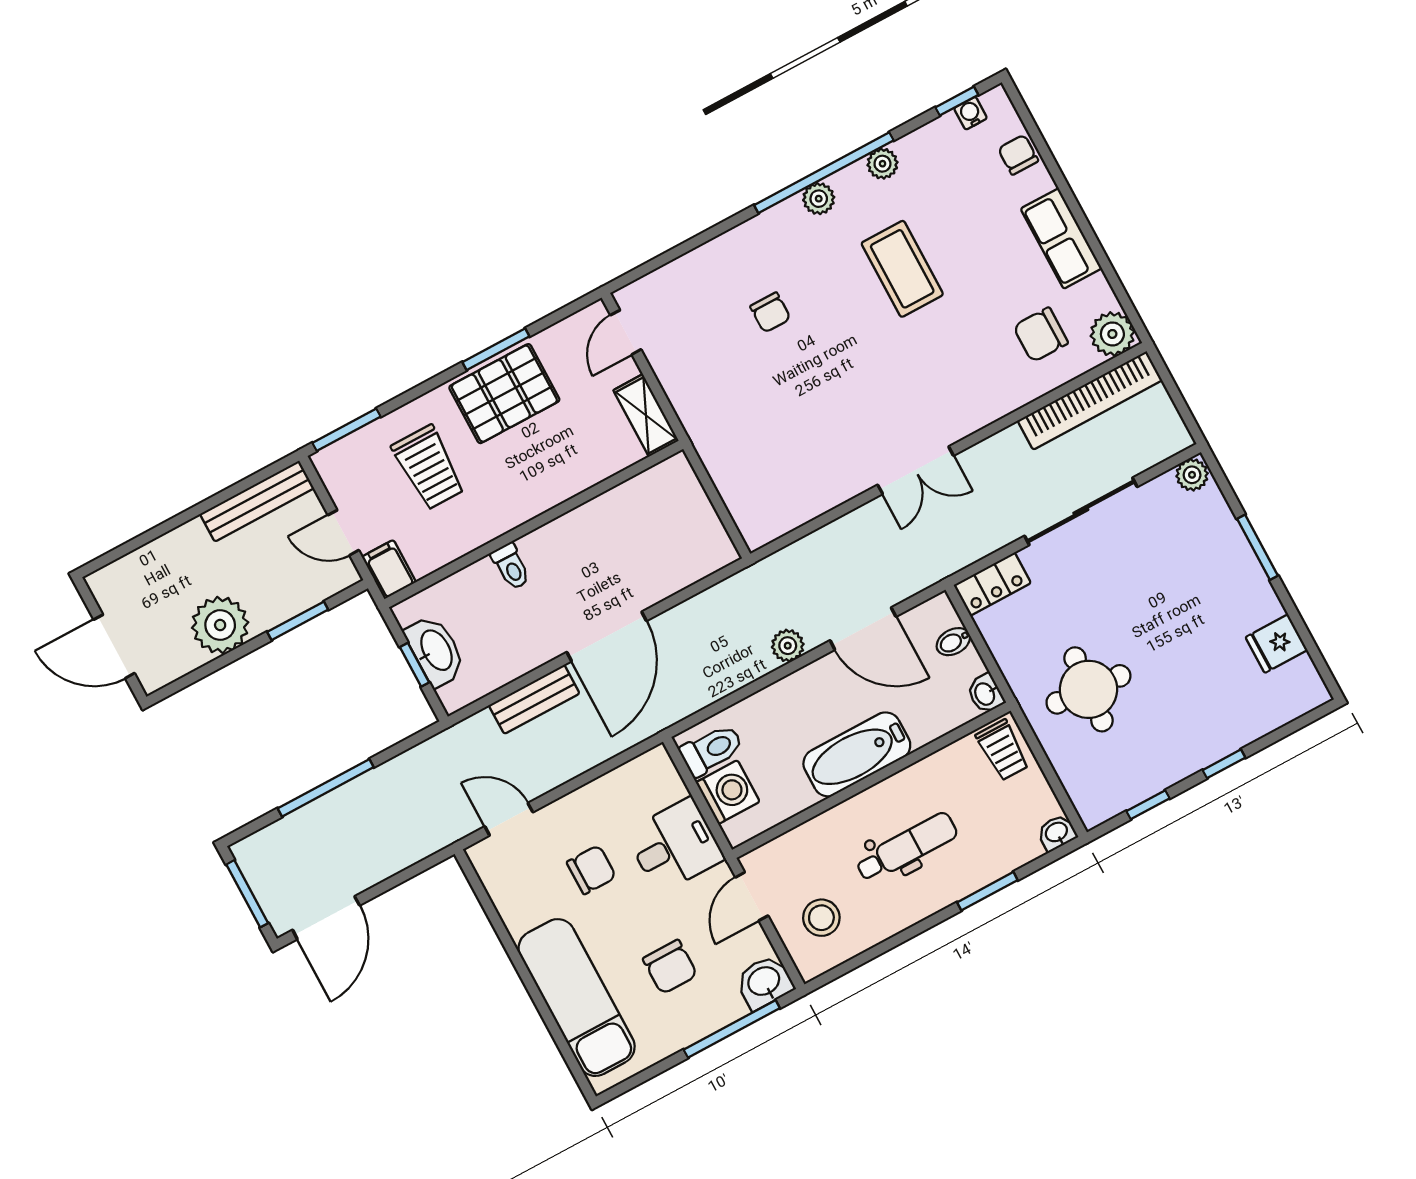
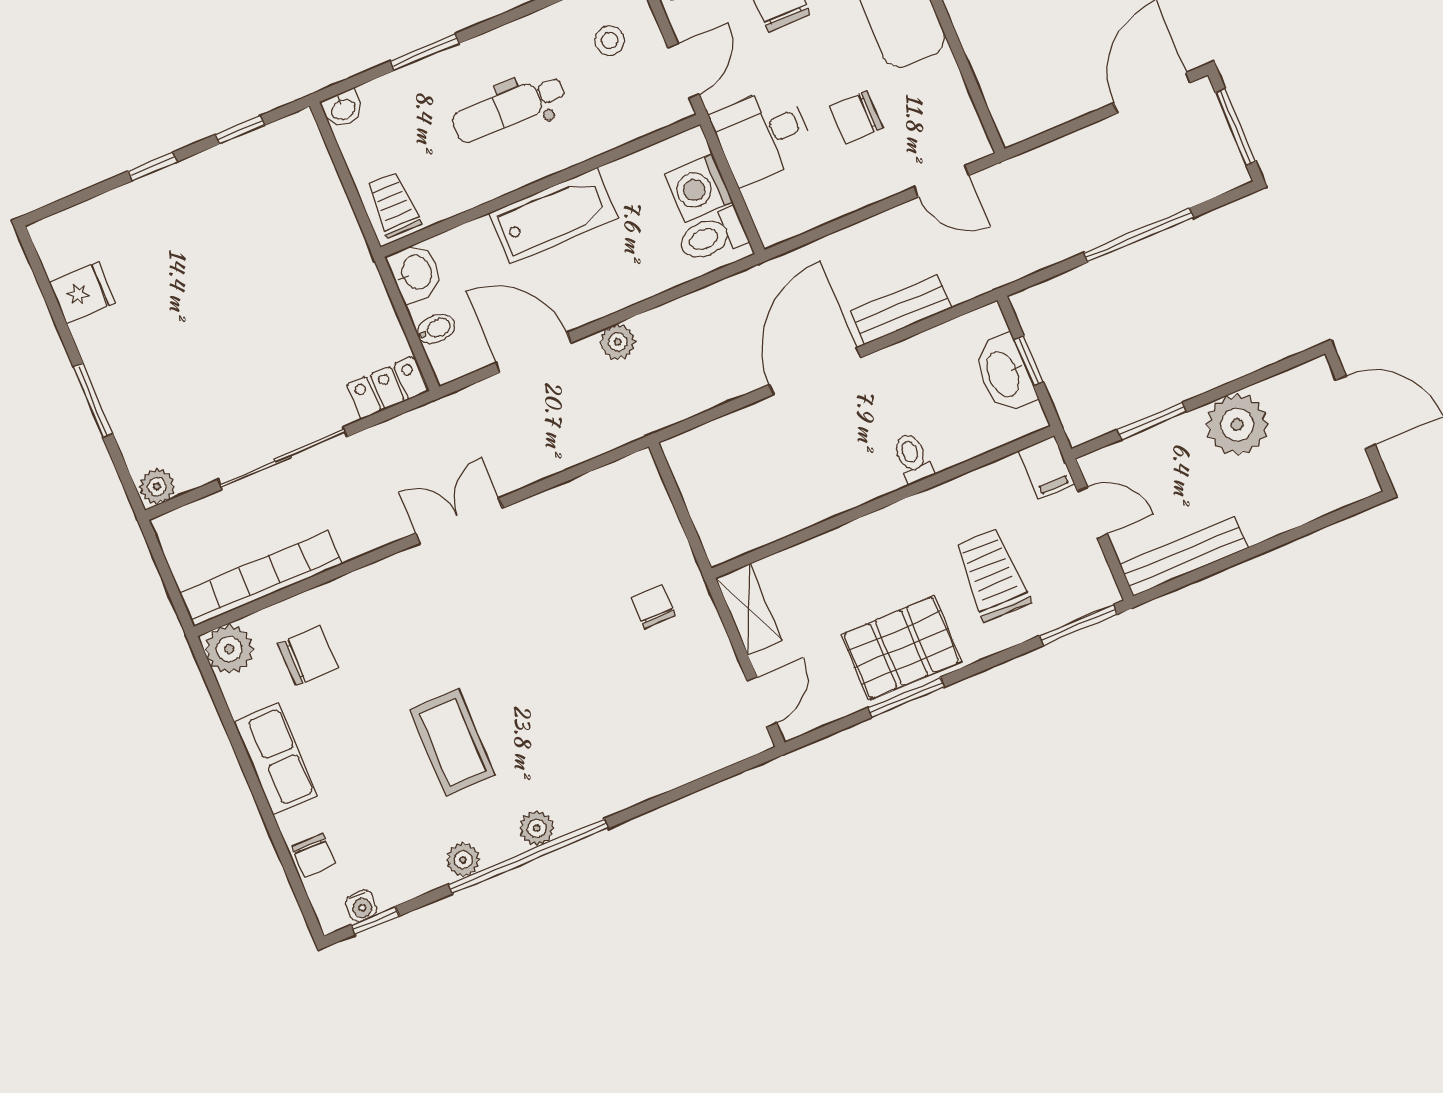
chair: (770, 312) -> (653, 607), moved
round table: (1088, 689) -> (293, 262), removed
washbasin: (985, 694) -> (416, 273), width x1.38, depth x1.45
stool: (821, 918) -> (610, 41), width x0.73, depth x0.73

